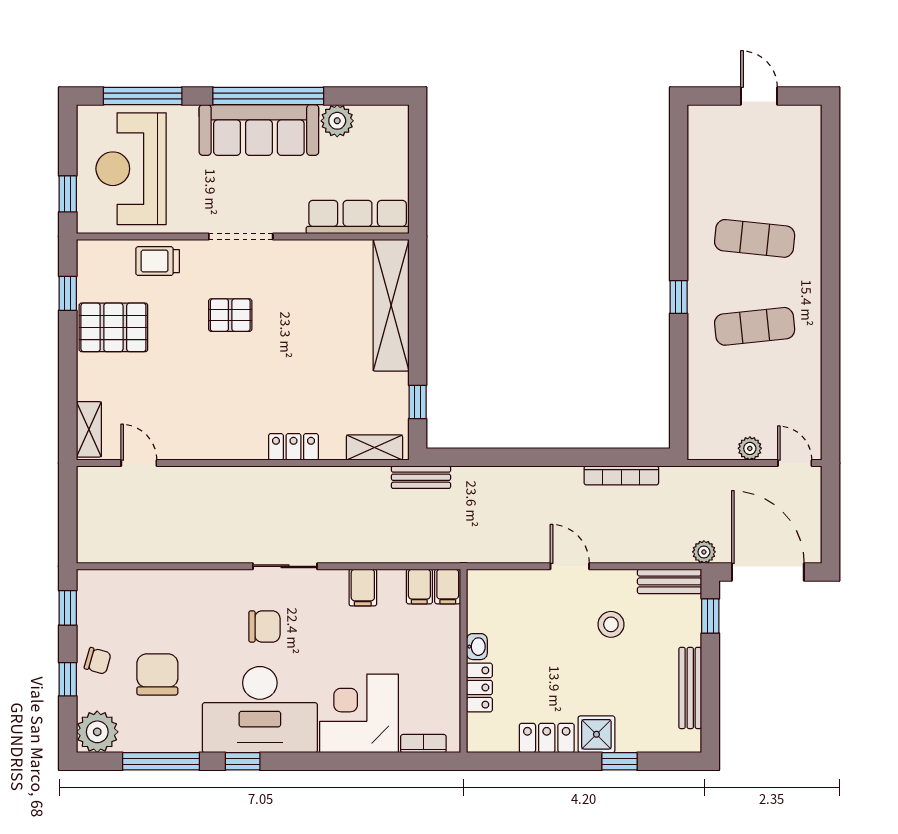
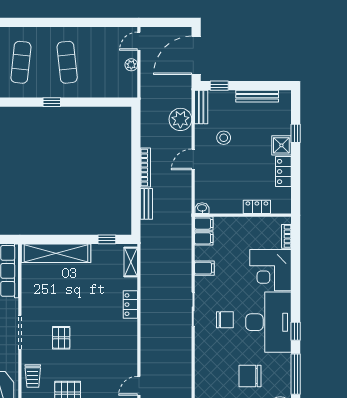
bookcase: (621, 475) -> (145, 168), moved
bench: (421, 477) -> (146, 204), moved
plant: (704, 552) -> (180, 119), moved, width x1.88, depth x1.88
chair: (264, 626) -> (225, 320), turned 90
washbasin: (477, 647) -> (202, 208), moved

